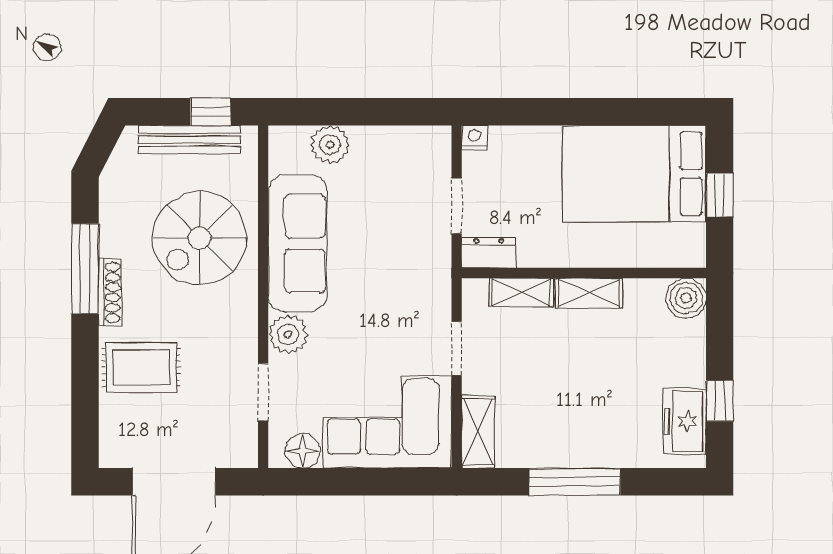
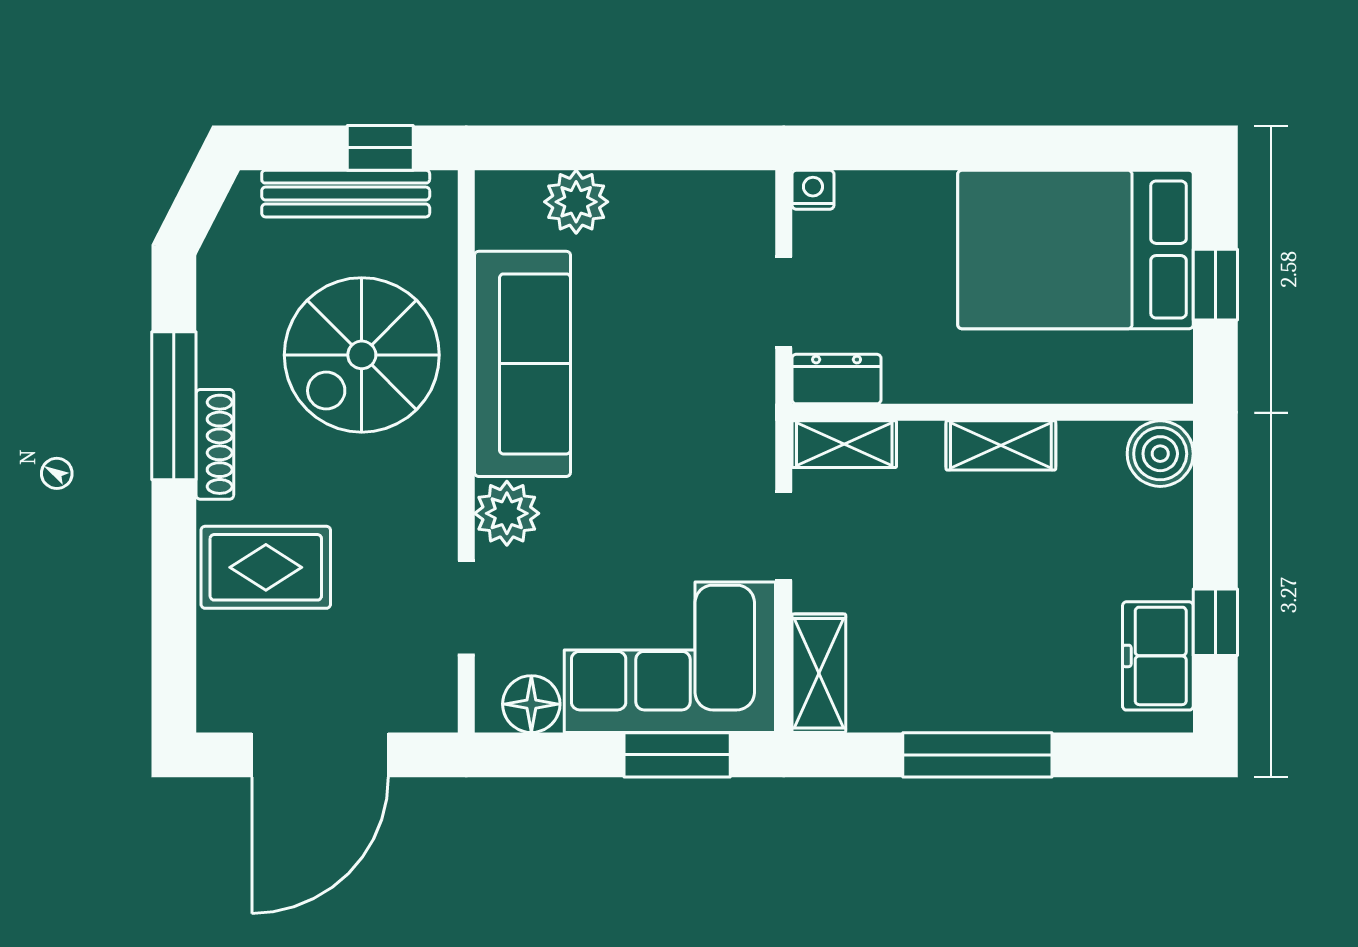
shelving: (521, 292) -> (844, 444), moved
window: (392, 482) -> (677, 755), added

